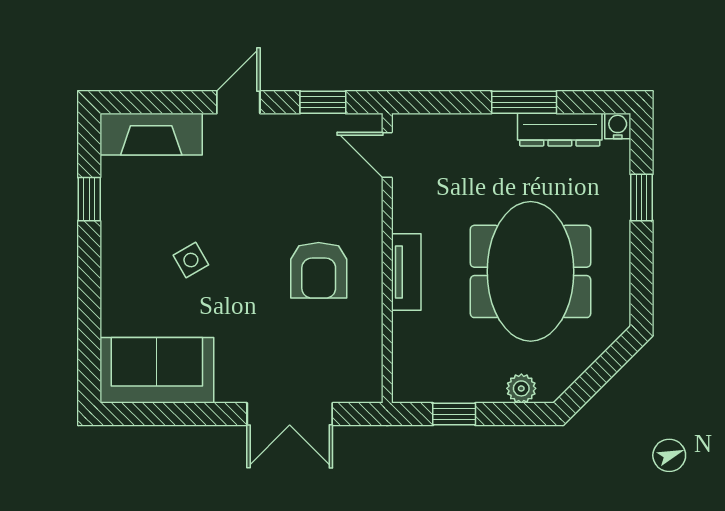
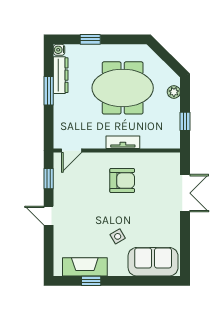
fireplace: (151, 134) -> (85, 267), moved, turned -90
sofa: (157, 370) -> (153, 262), moved, turned 90

